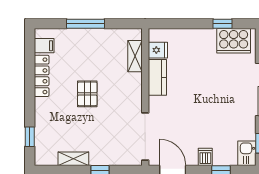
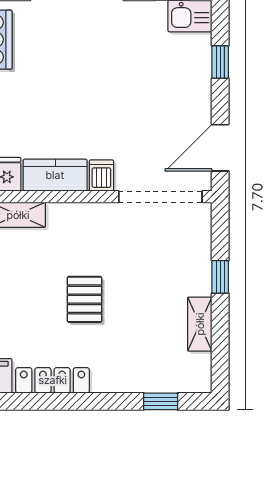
pallet: (87, 94) -> (85, 299), turned 90
dishwasher: (205, 157) -> (101, 175), moved, turned 90

